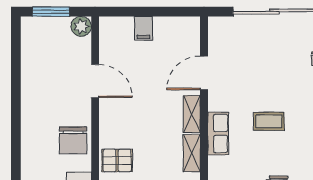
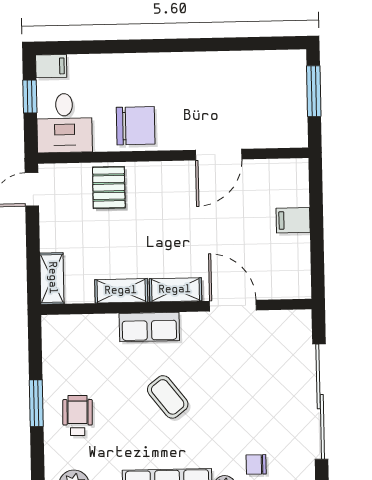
plant: (81, 26) -> (294, 134), removed
coffee table: (269, 121) -> (168, 397), turned -38
chair: (73, 140) -> (136, 126), turned 180

